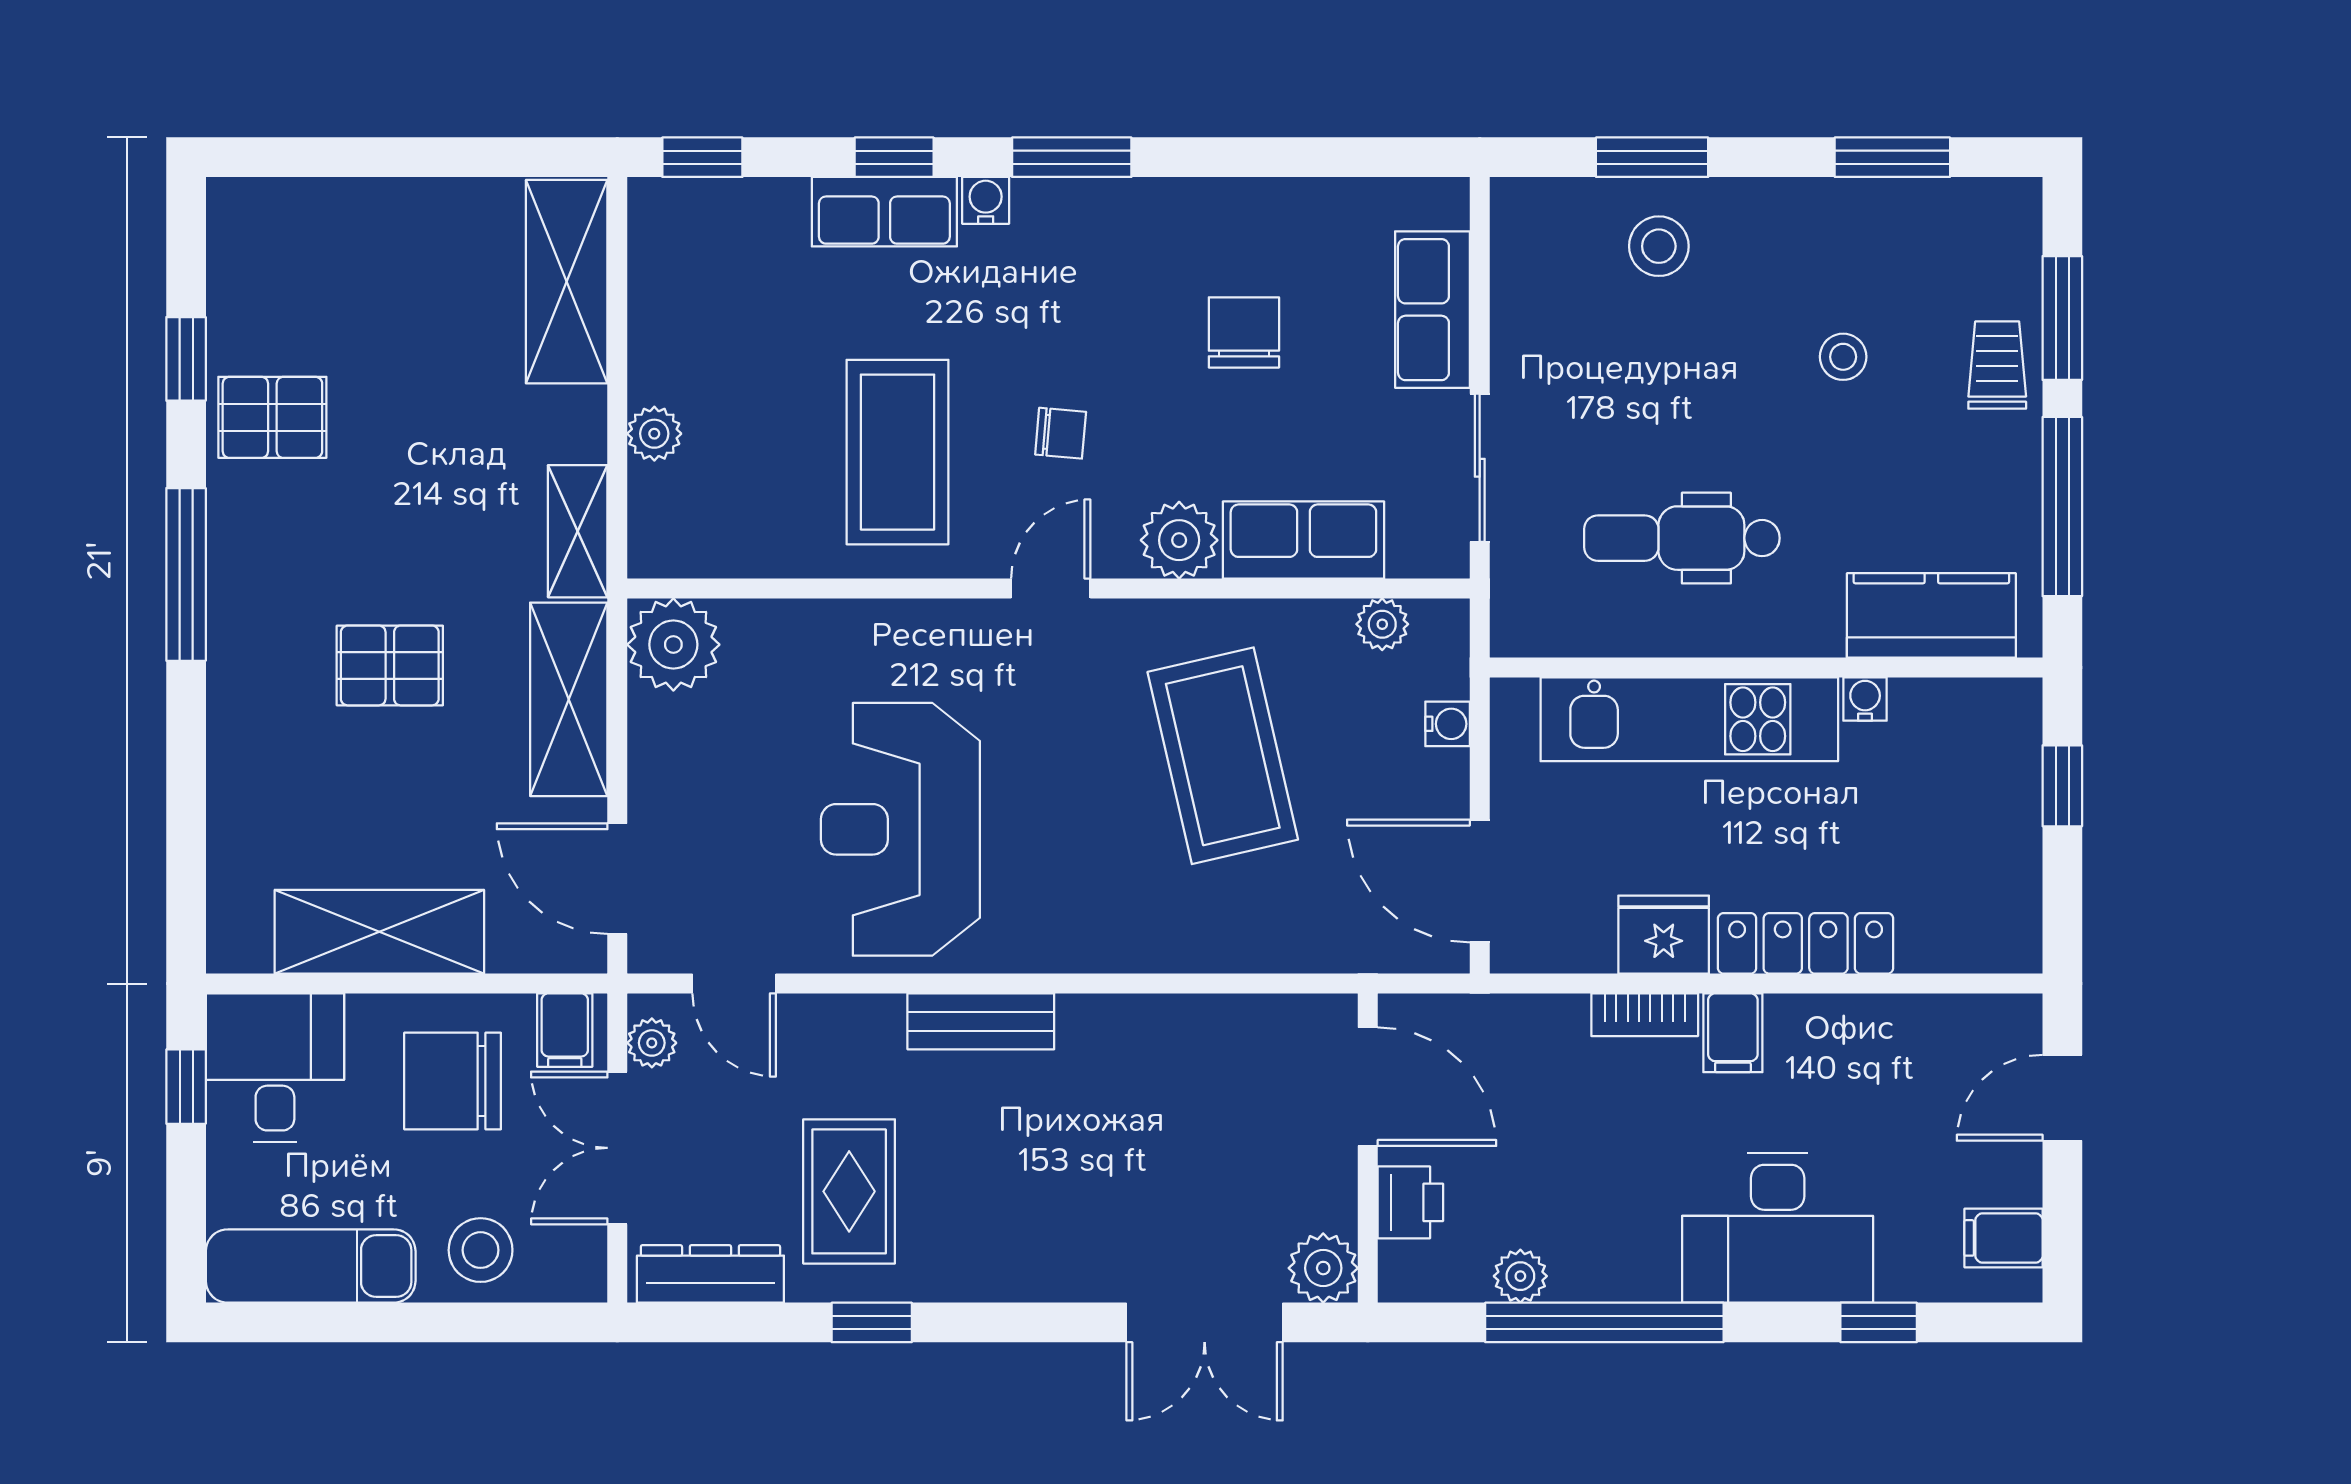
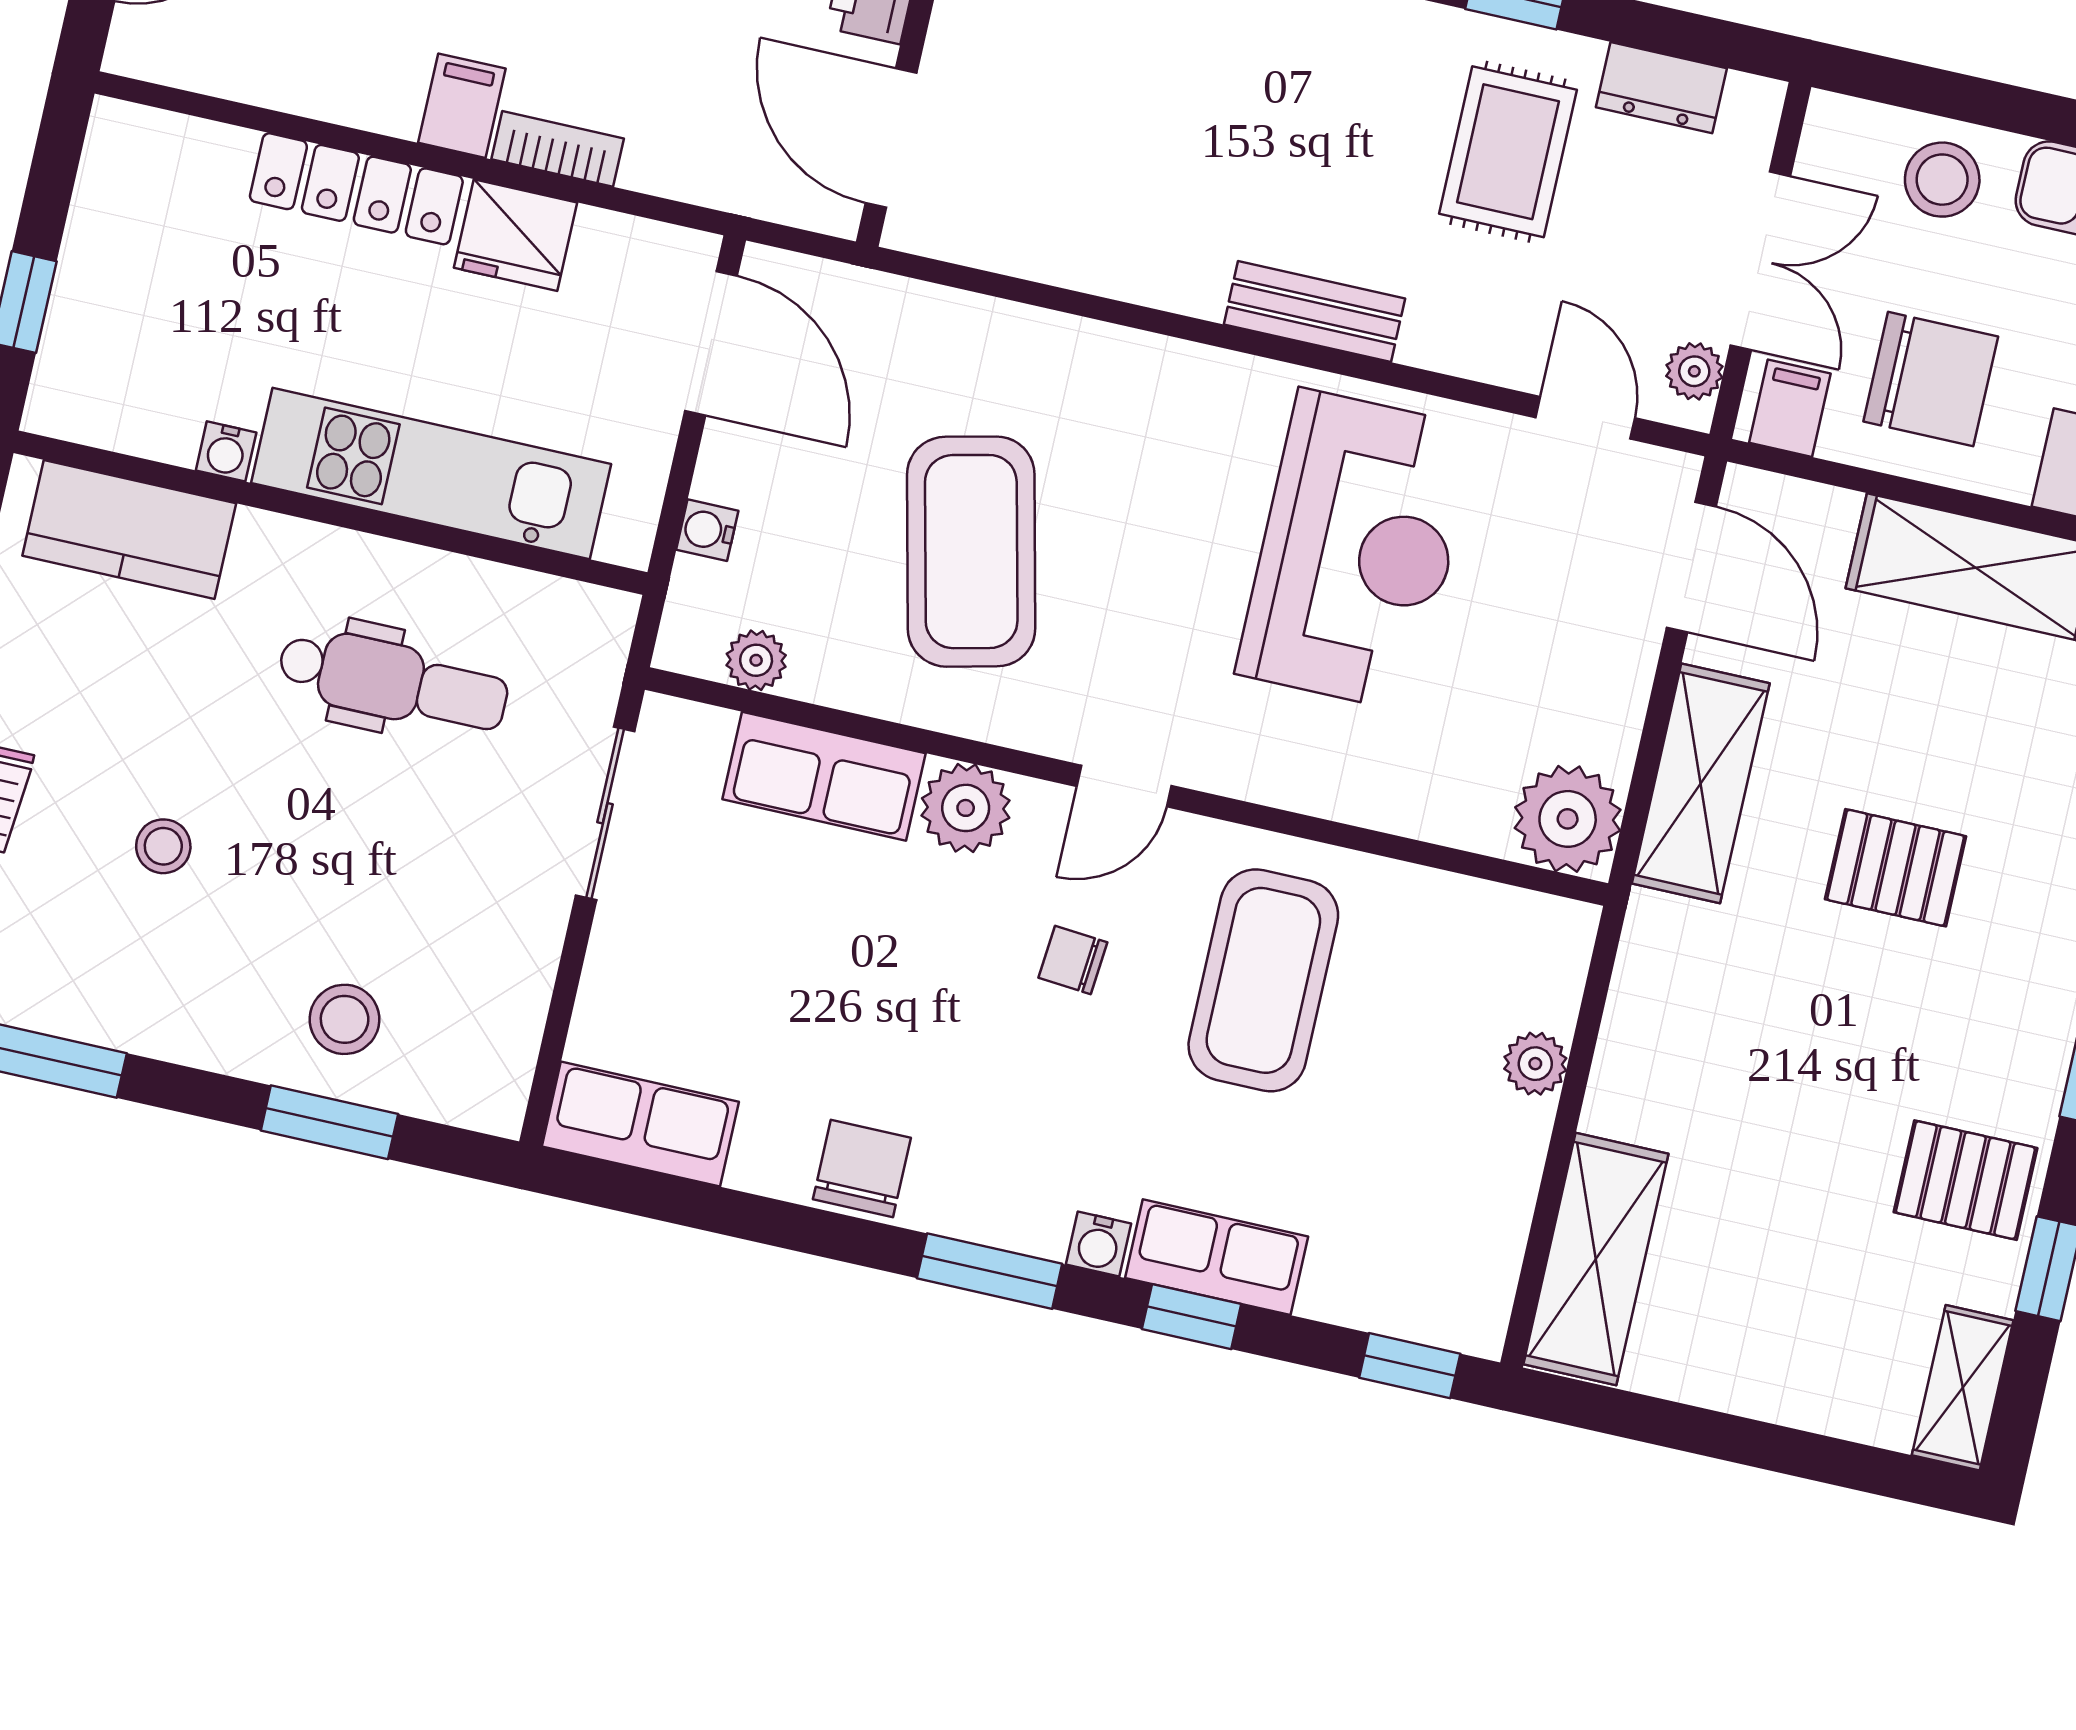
row of seats: (1432, 310) -> (640, 1124), moved, turned -90
chair: (1244, 332) -> (862, 1168), moved, turned 180
shelving: (578, 531) -> (1963, 1388), moved
dresser: (710, 1274) -> (1661, 88), width x0.70

